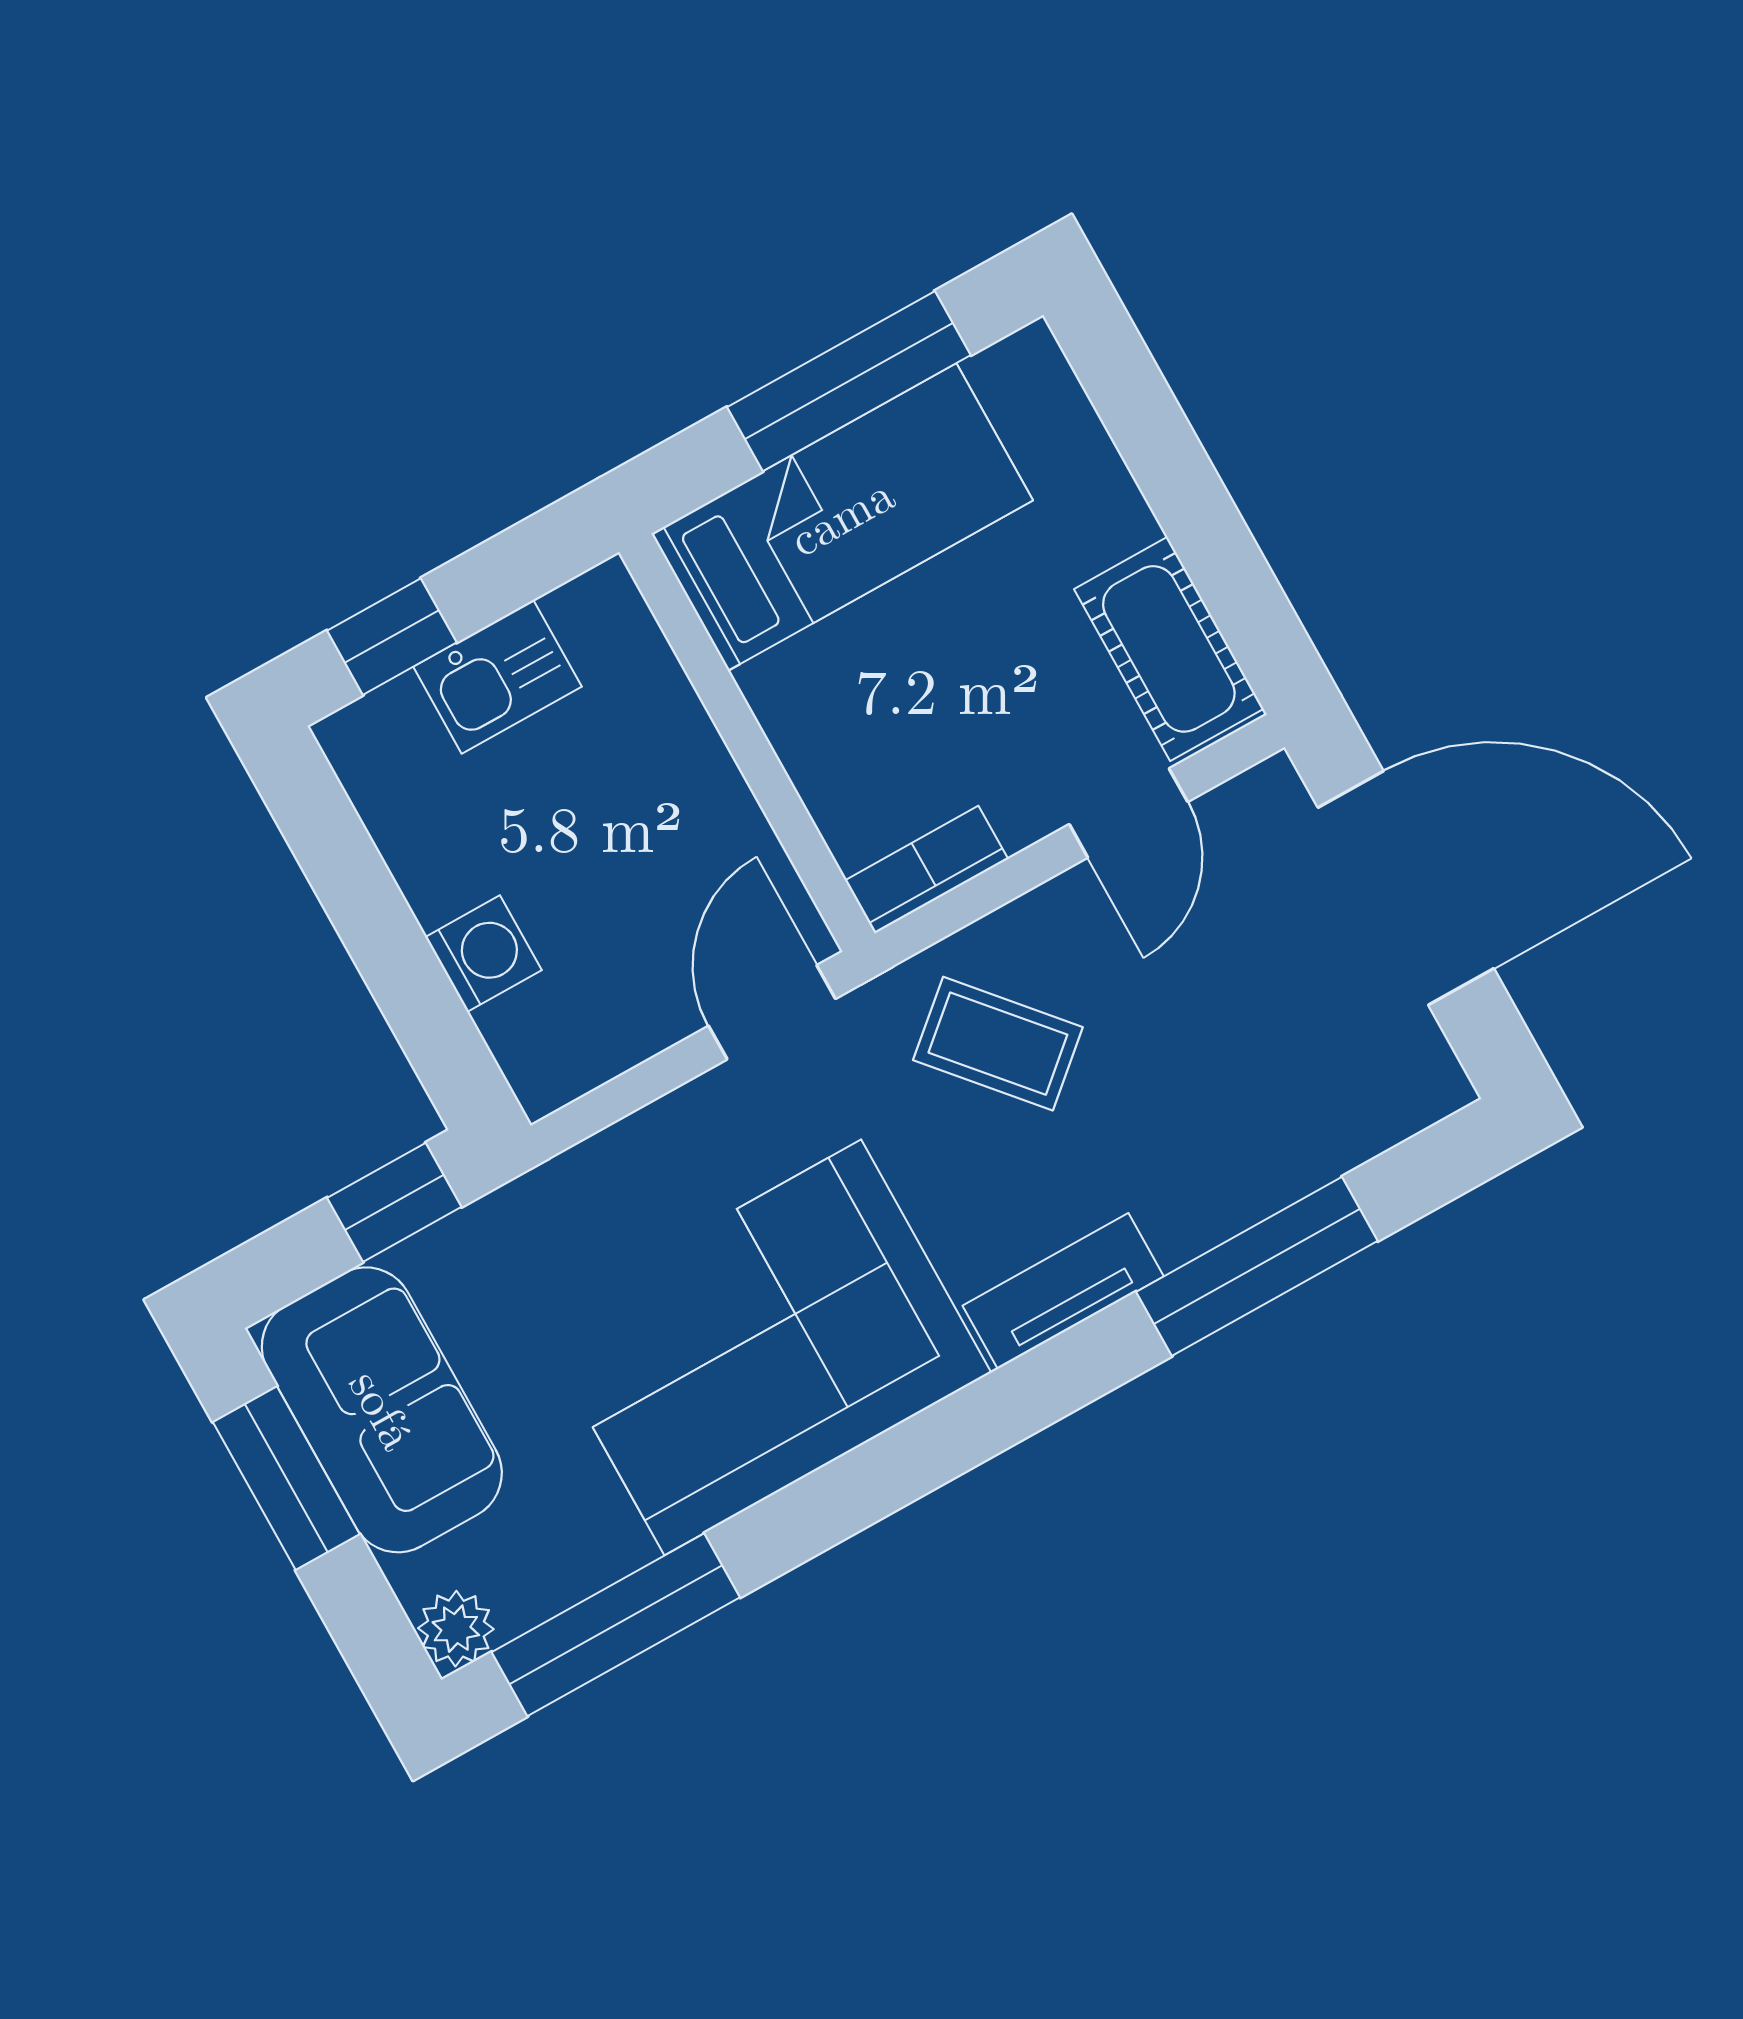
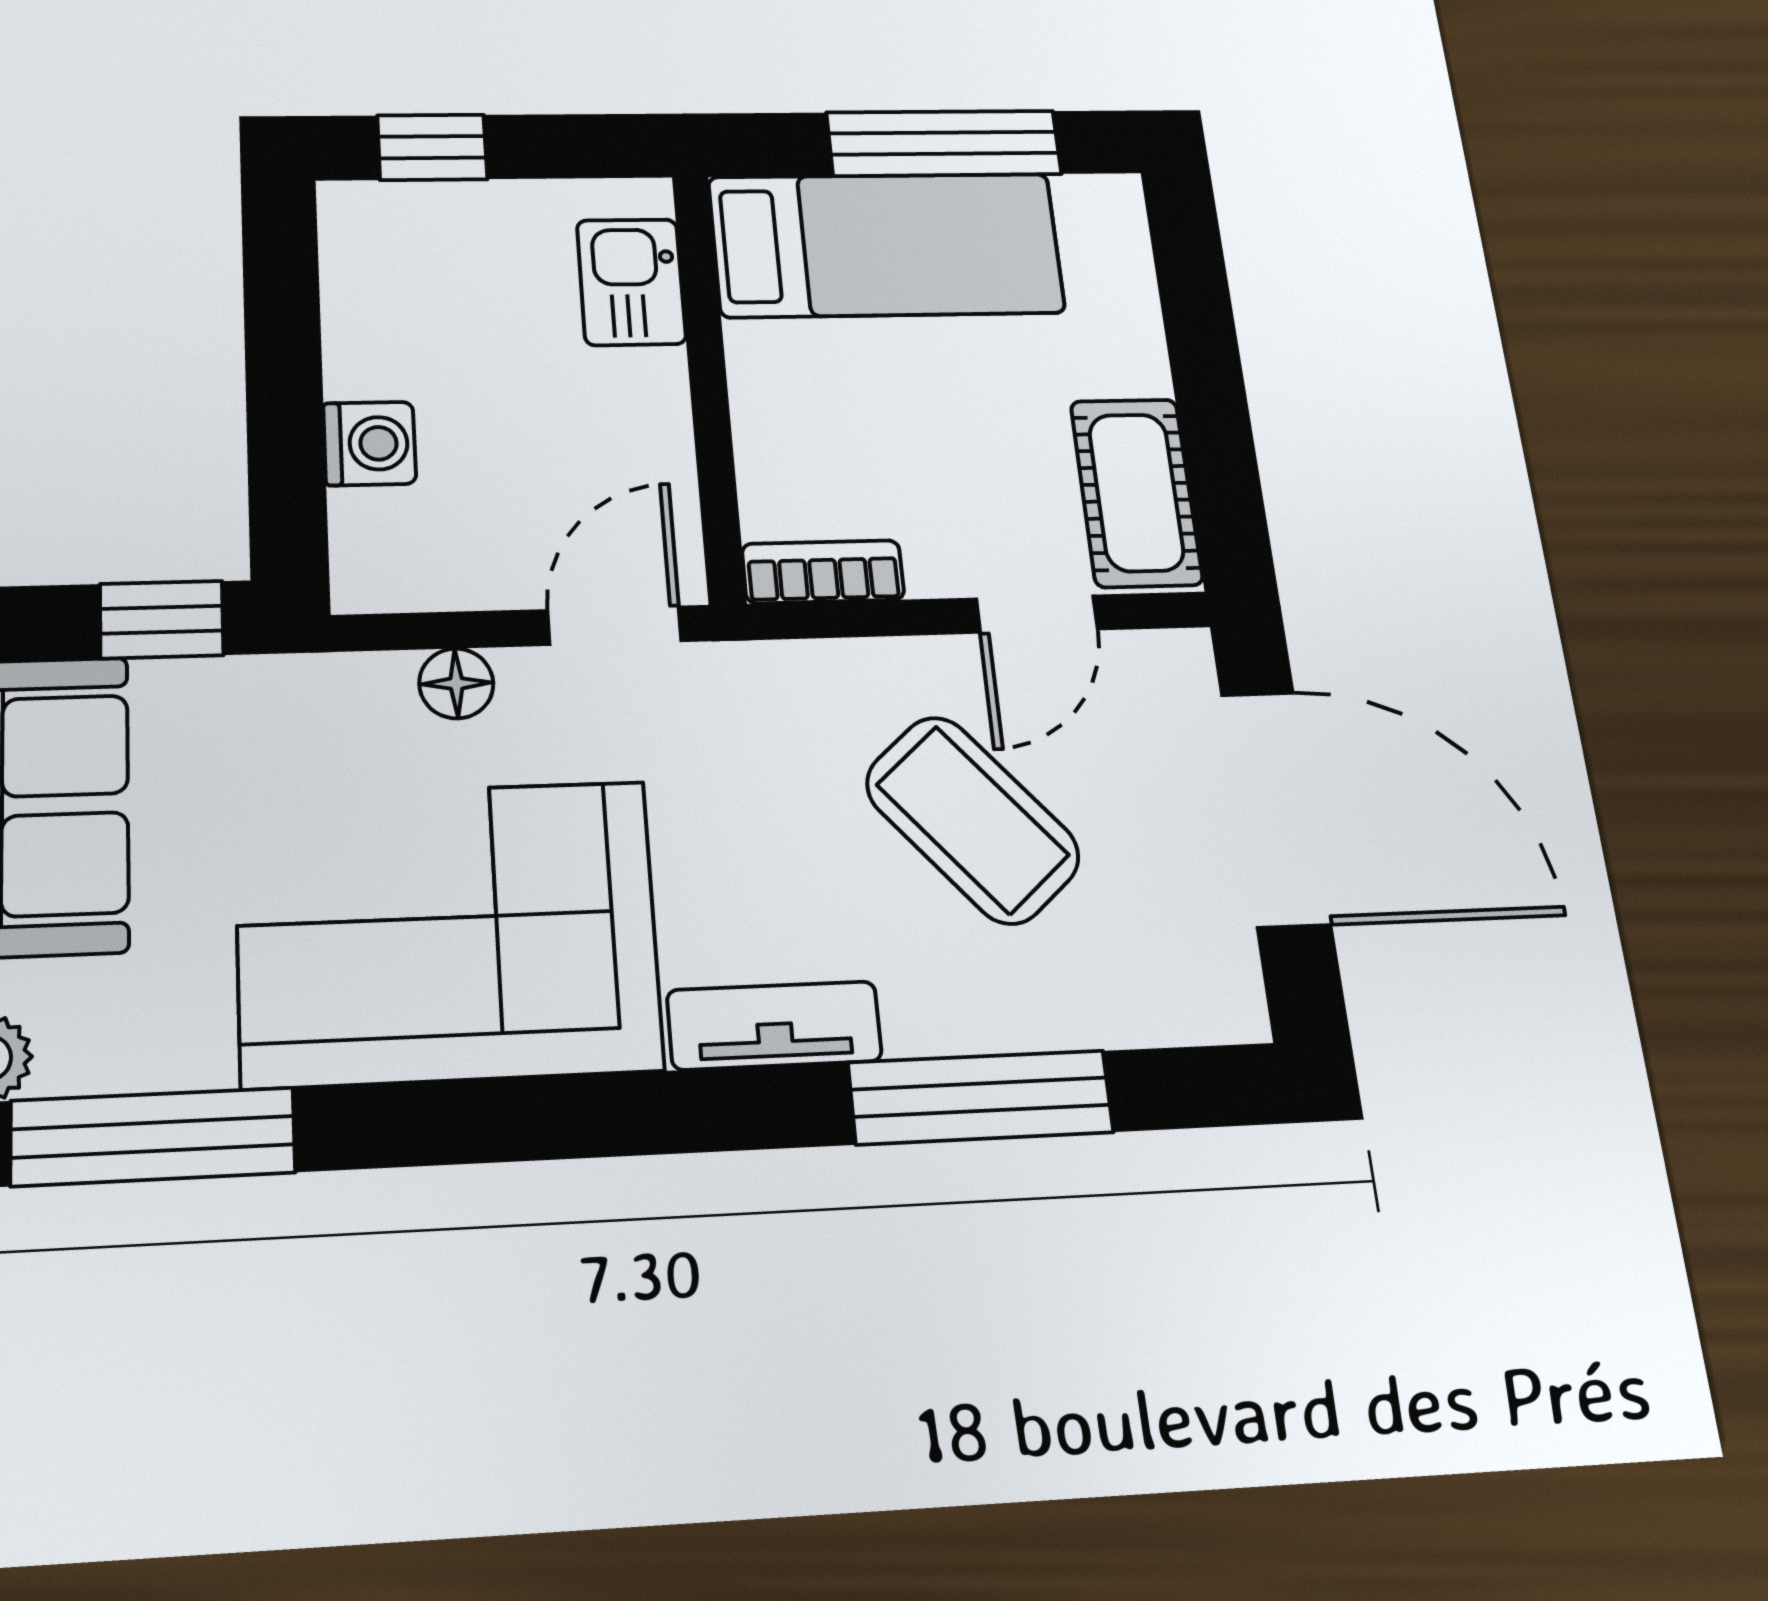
kitchen sink: (497, 677) -> (631, 282), moved, turned 90
coffee table: (998, 1044) -> (973, 820), moved, width x1.36, depth x1.30
floor lamp: (665, 1132) -> (456, 683), added

